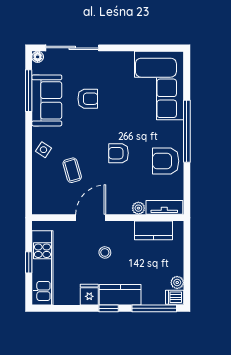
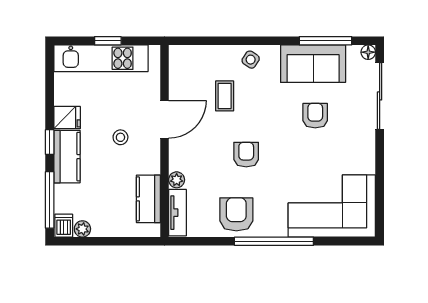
armchair: (88, 99) -> (315, 116), turned 180
coffee table: (72, 170) -> (225, 96), turned -74
door: (91, 218) -> (164, 119), hinge flipped

